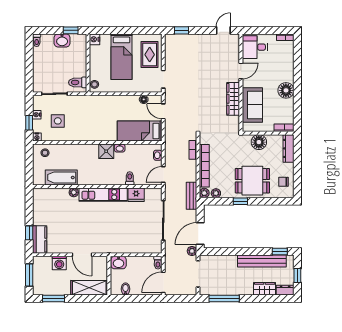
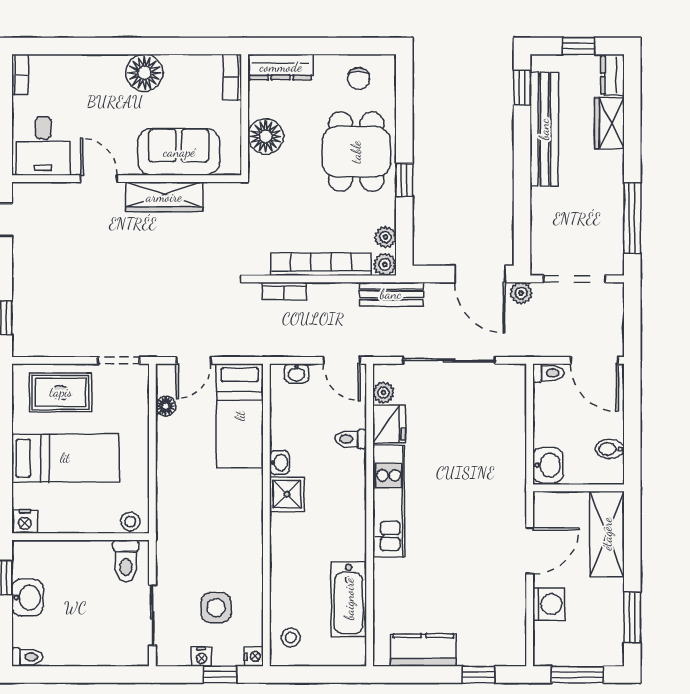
plant: (74, 192) -> (383, 393), moved
kitchen counter: (40, 239) -> (423, 650), moved

